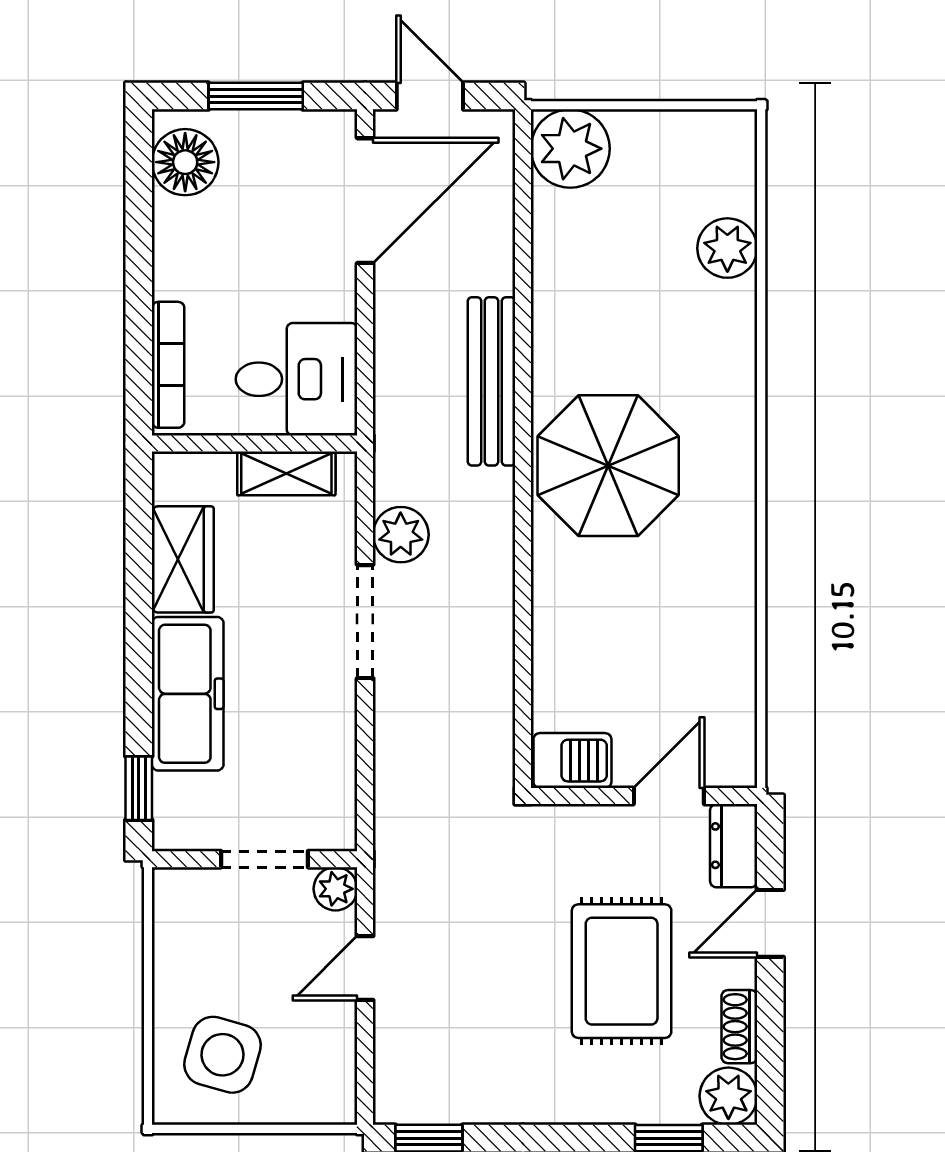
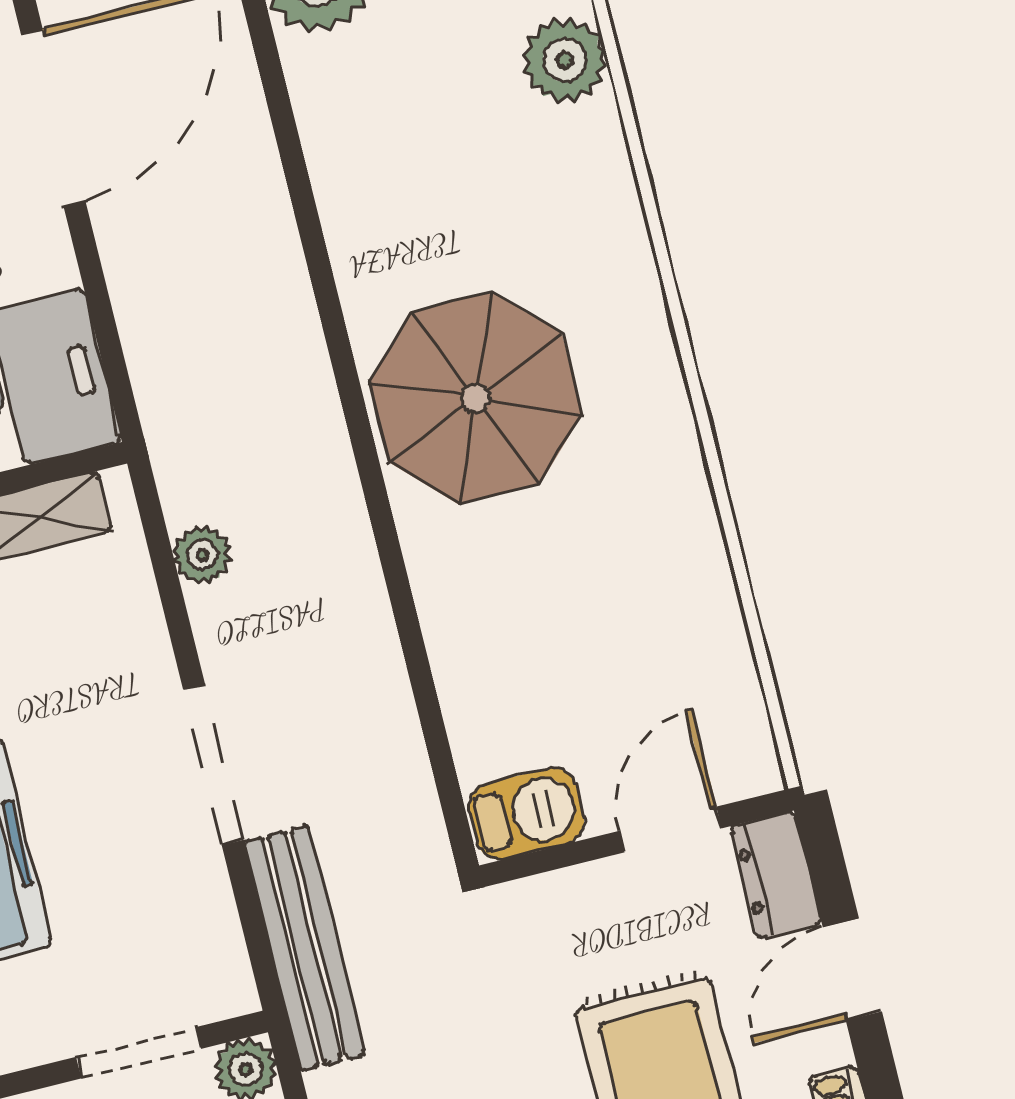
bench: (492, 381) -> (304, 948), moved
plant: (401, 535) -> (202, 555), width x0.73, depth x0.73
doorway: (365, 622) -> (213, 765), moved

